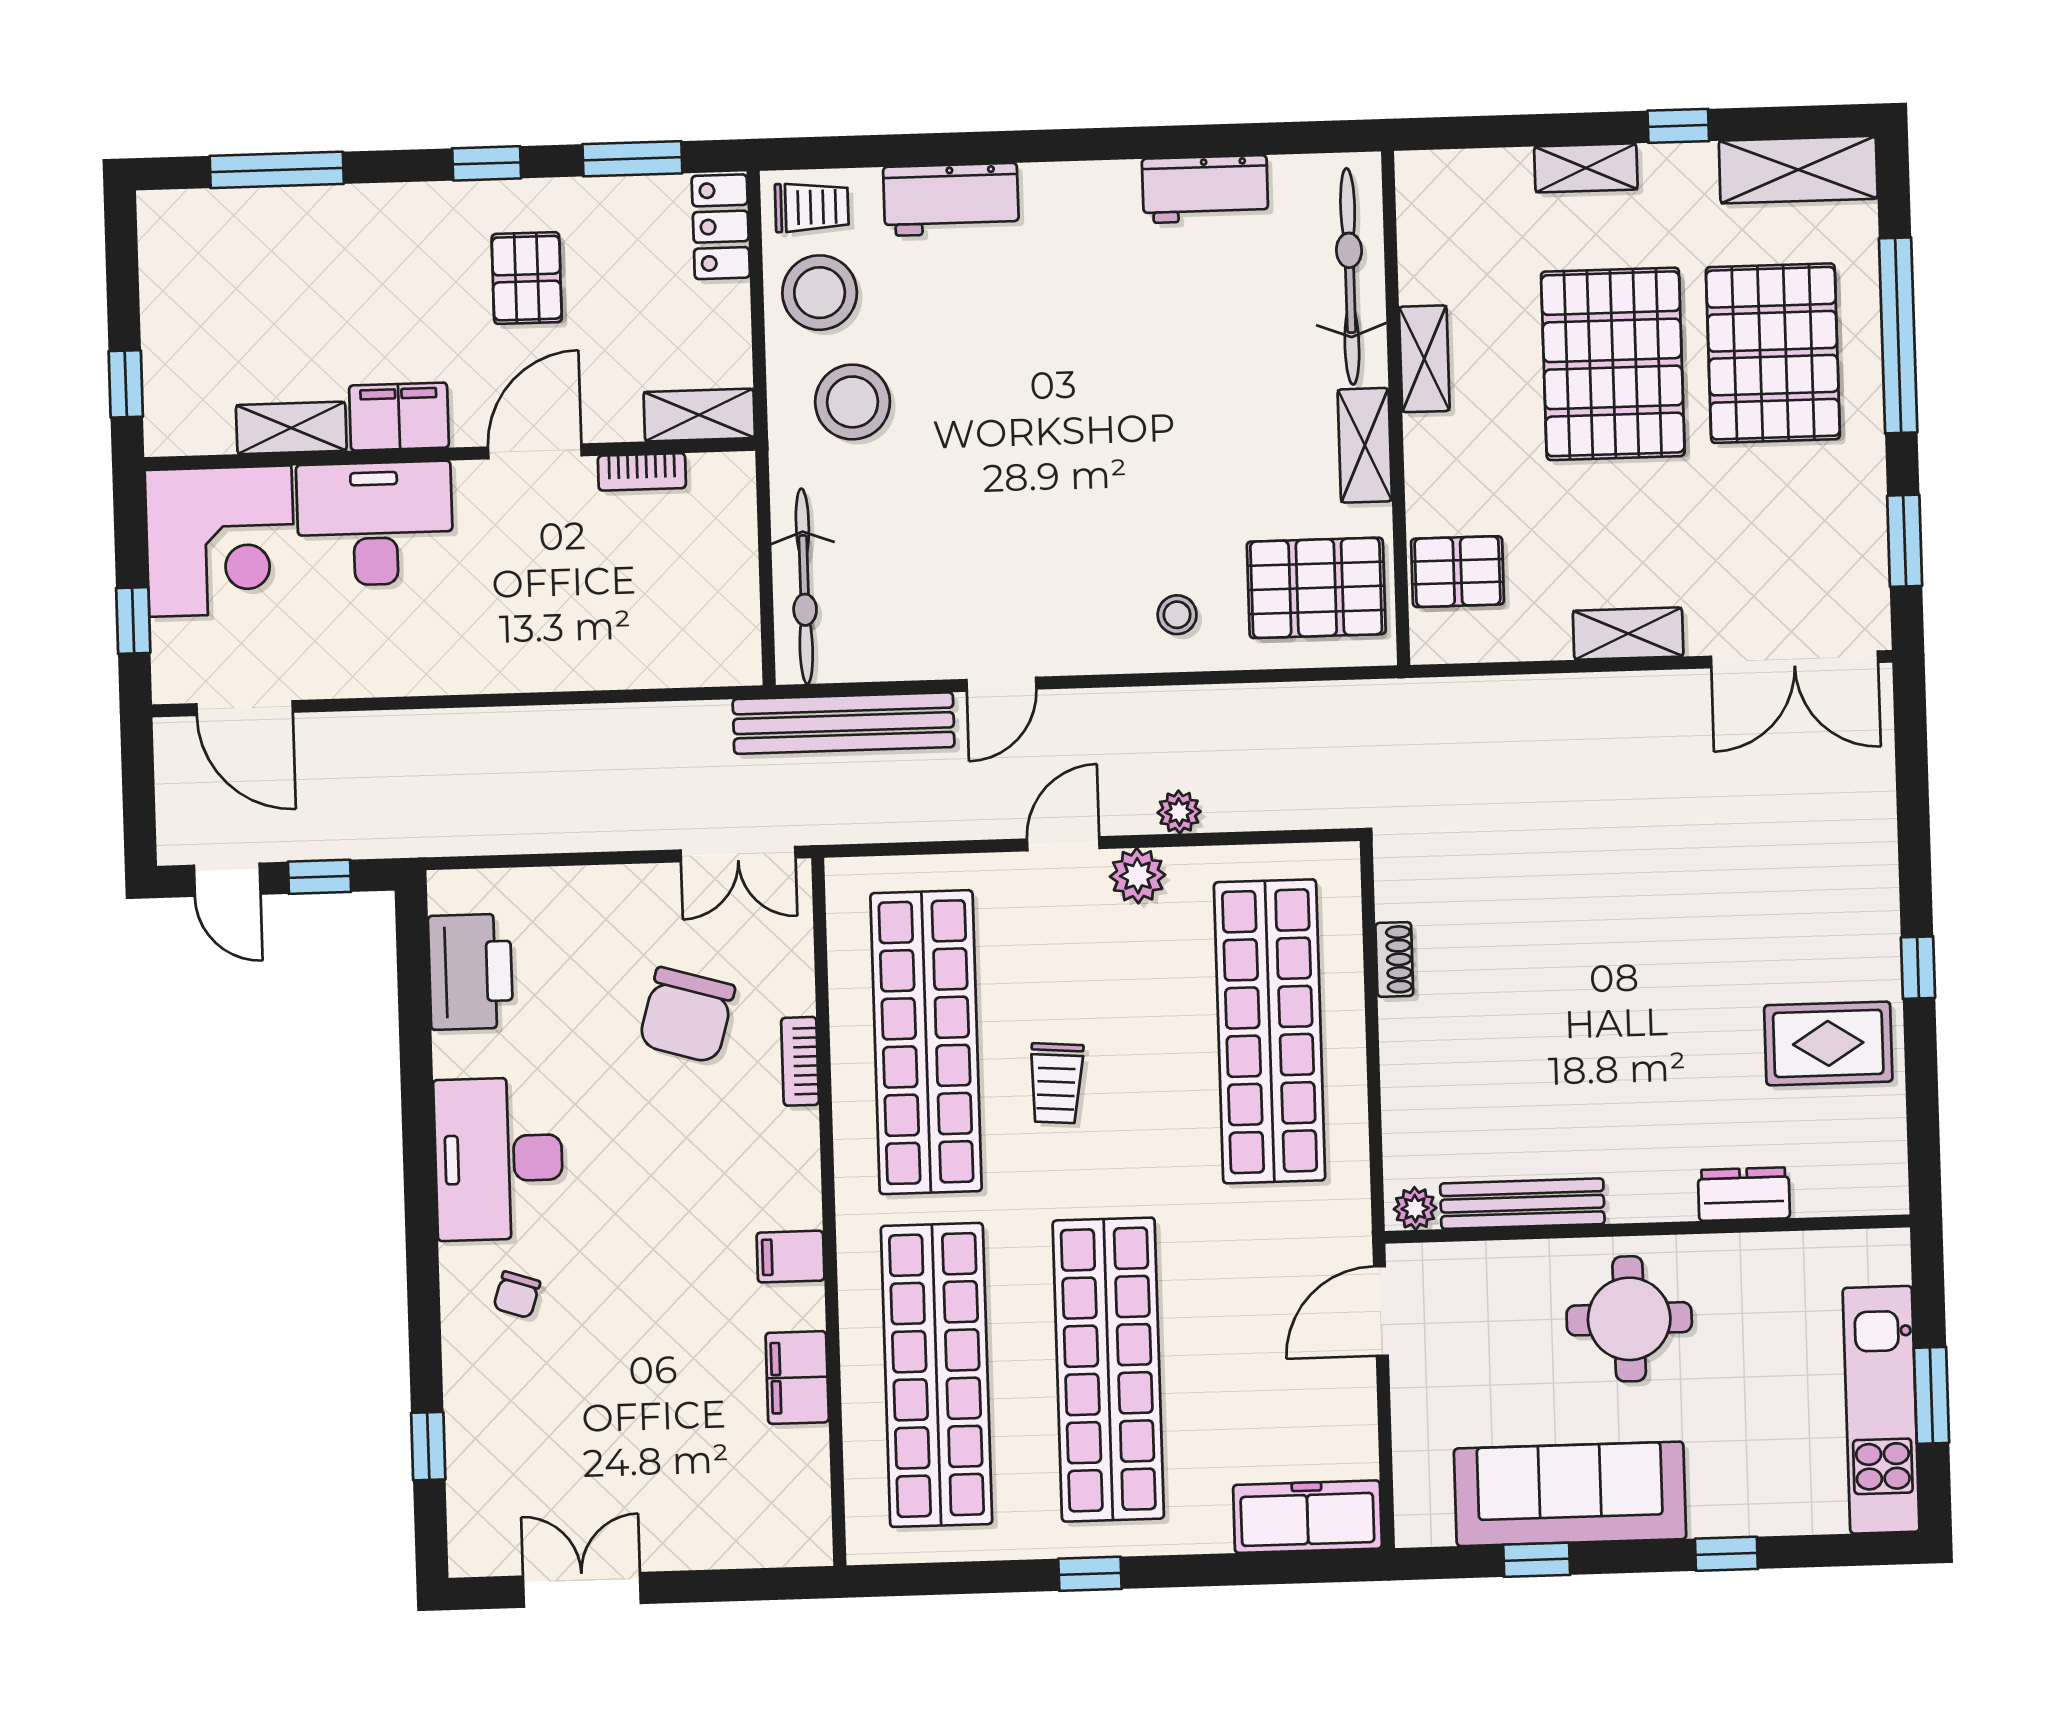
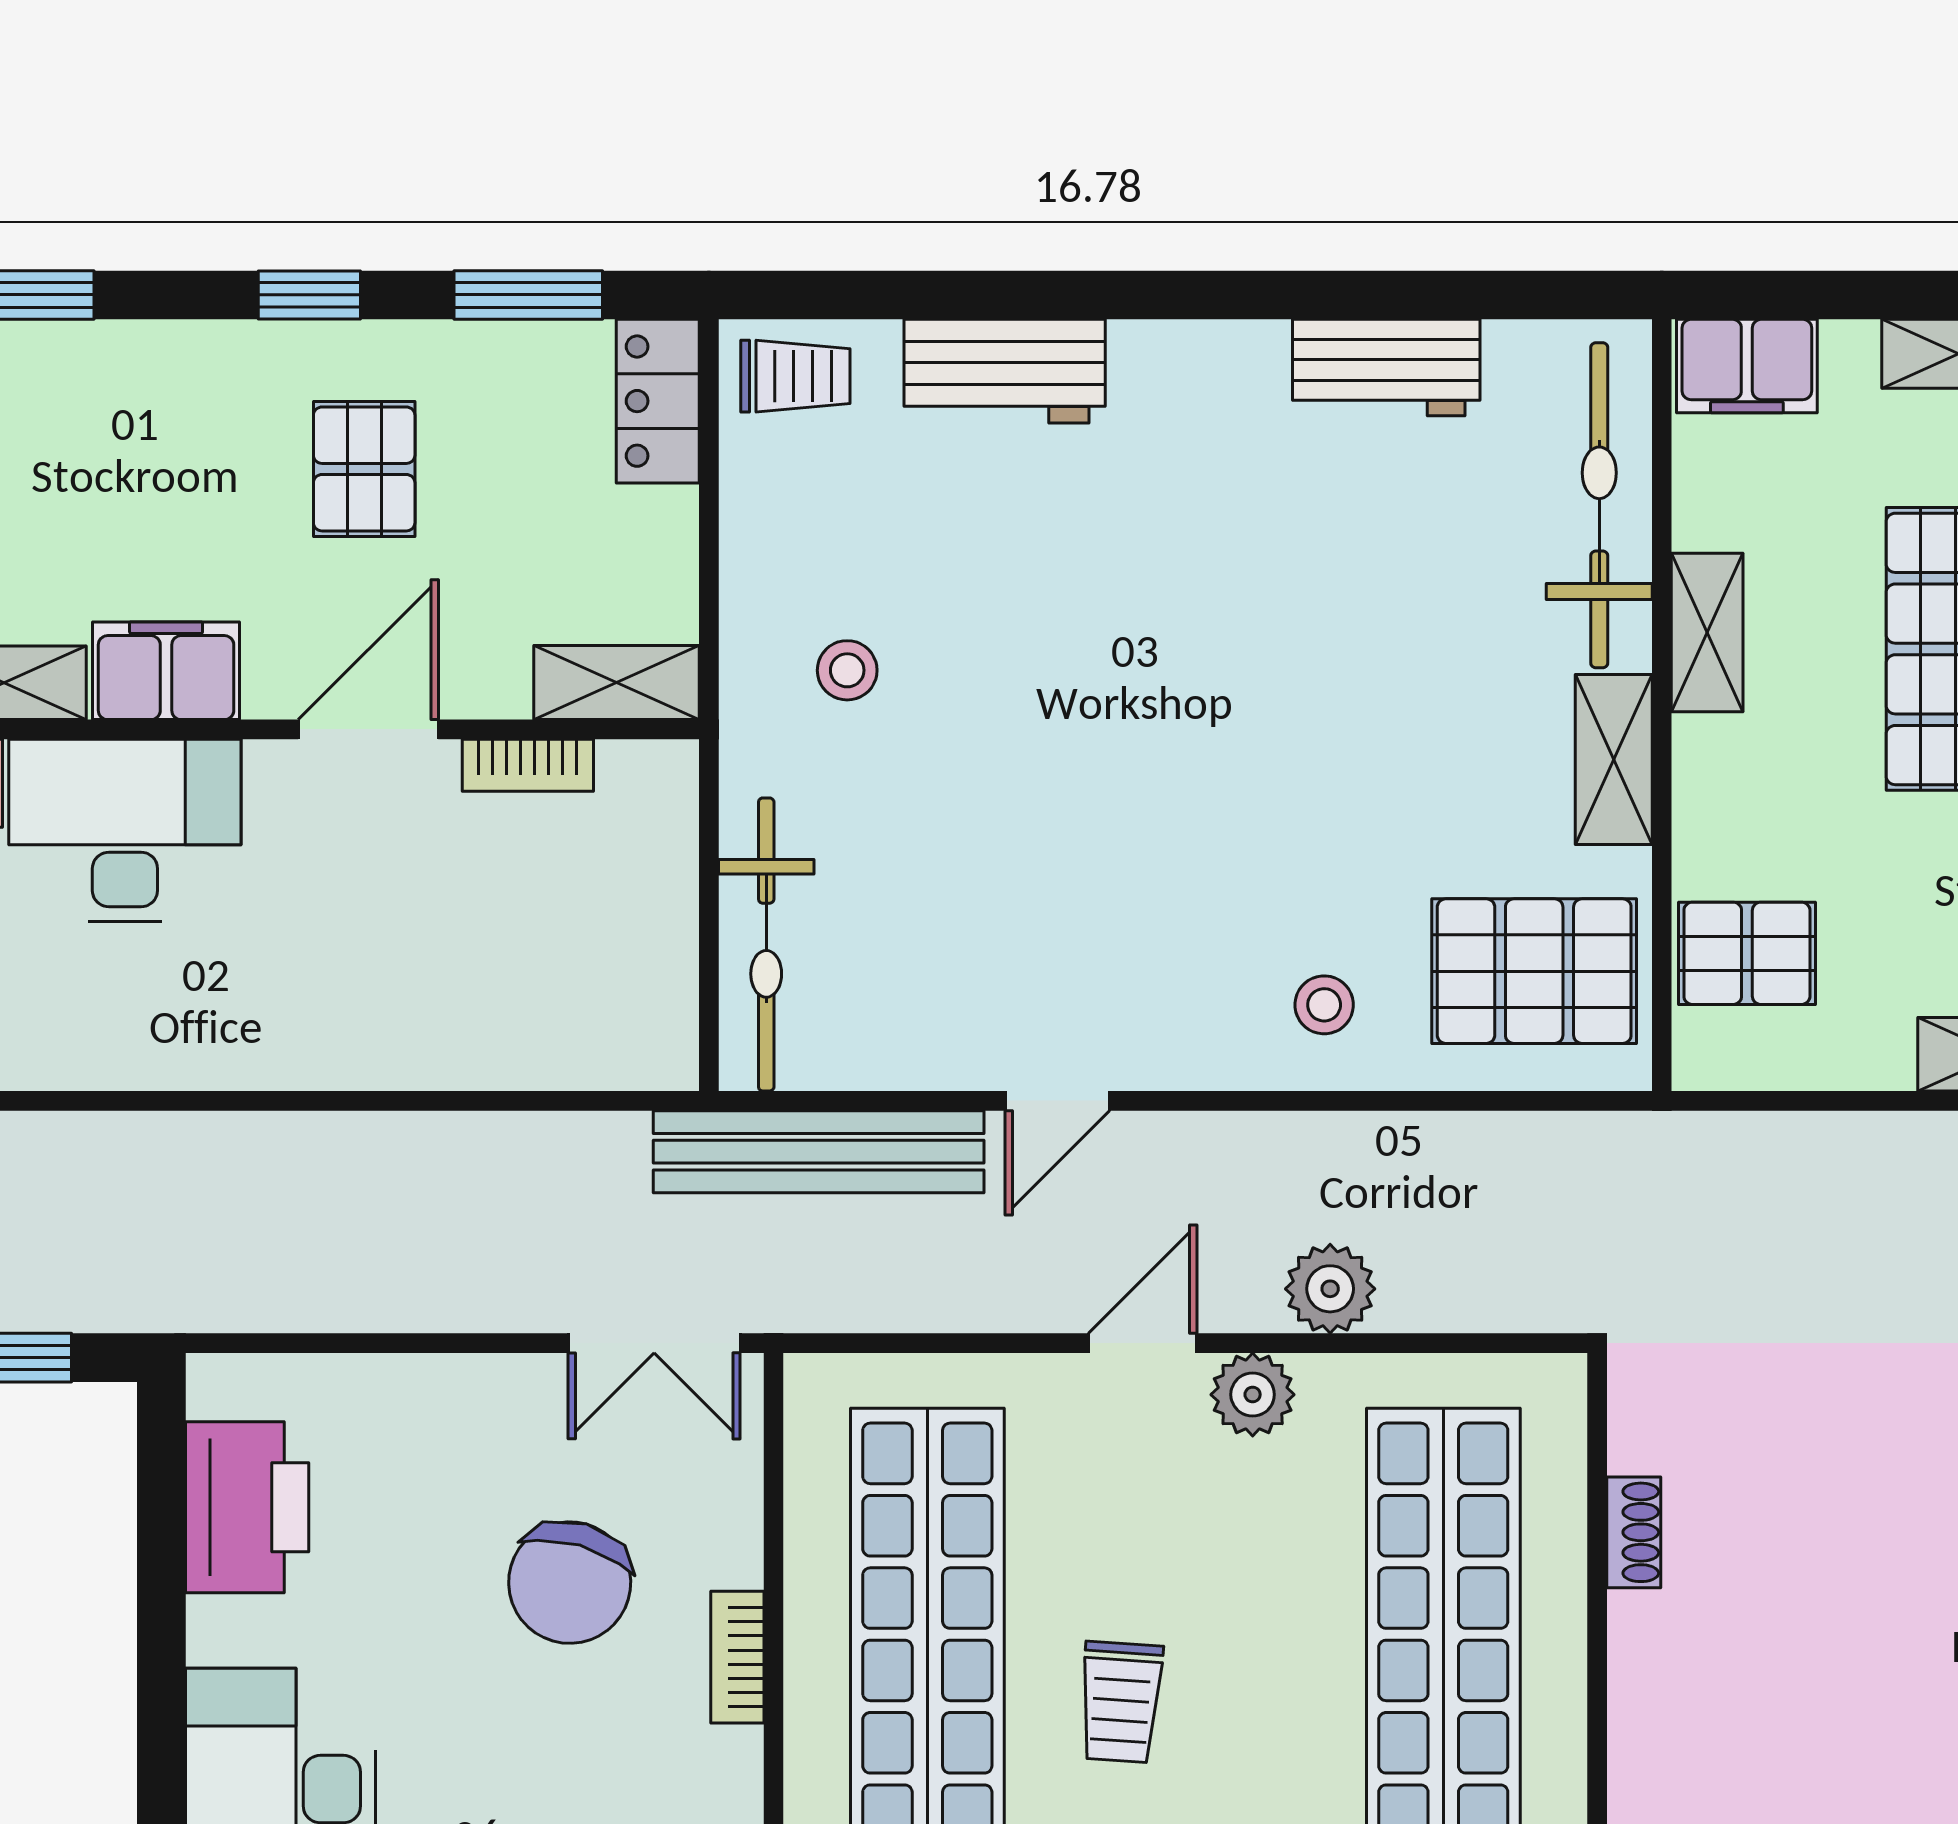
filing cabinet: (1445, 181) -> (1747, 366), added
stool: (820, 293) -> (803, 505), removed
stool: (853, 402) -> (847, 670), width x0.53, depth x0.53
plant: (1179, 812) -> (1330, 1289), width x1.38, depth x1.38

